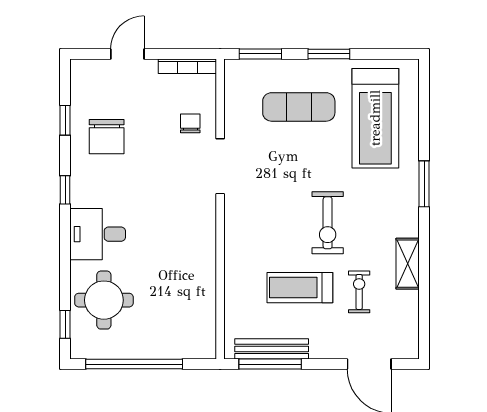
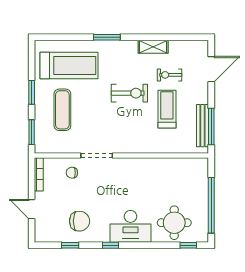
desk: (98, 234) -> (130, 226), width x1.37
treadmill: (300, 288) -> (167, 109), turned 180

